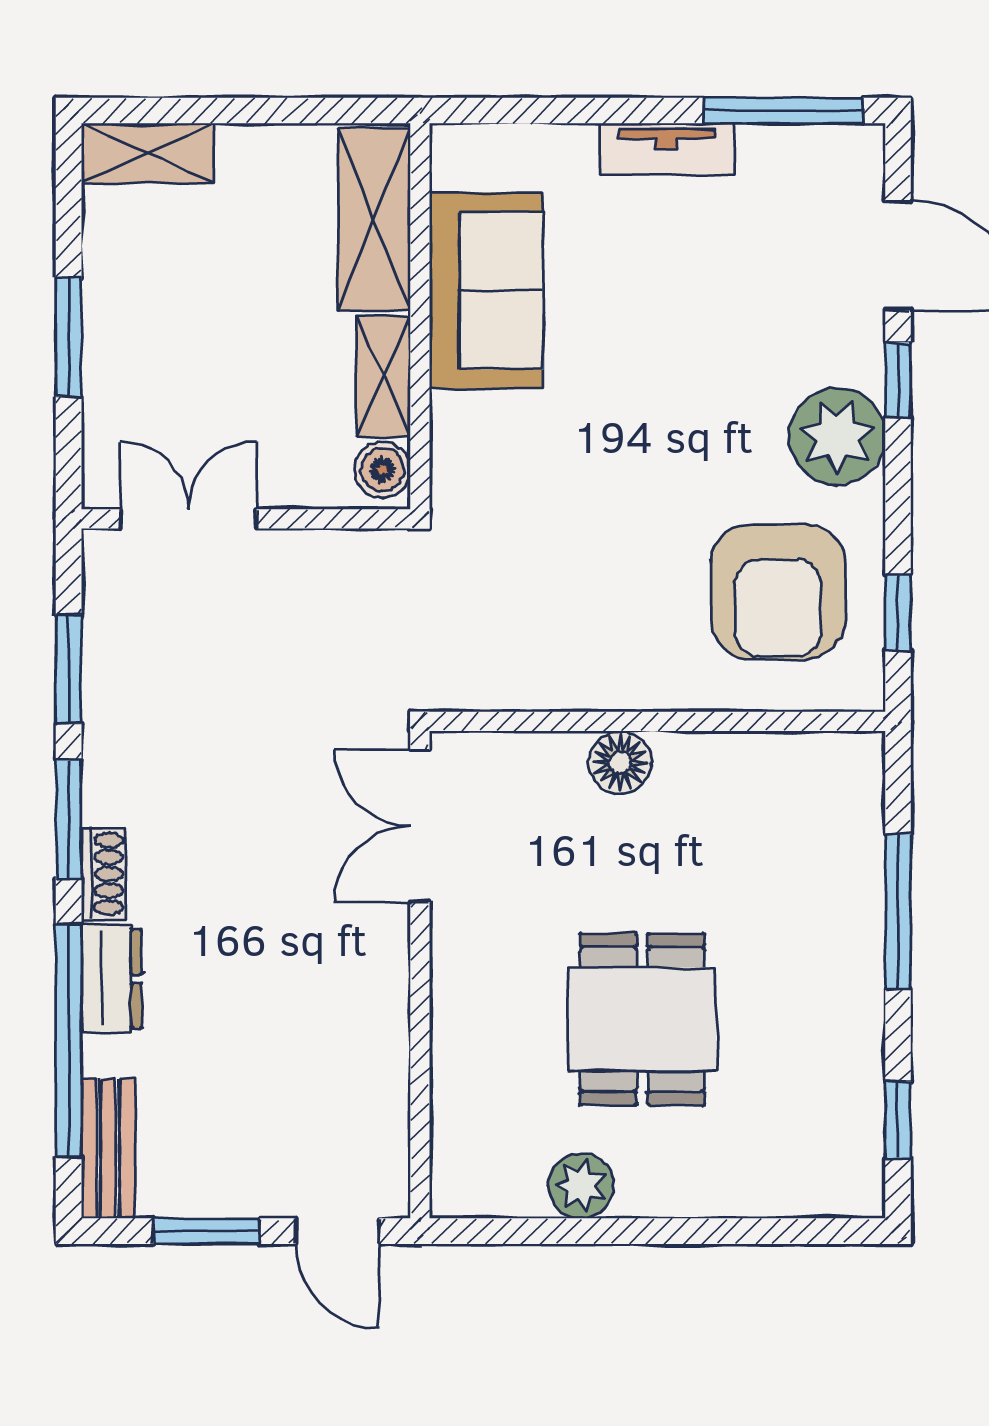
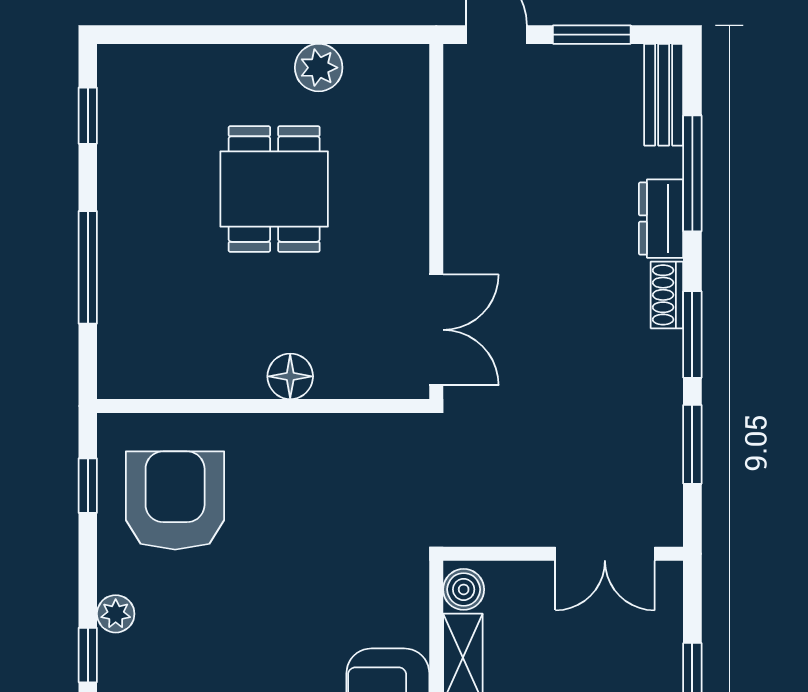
plant: (837, 436) -> (116, 614), width x0.53, depth x0.53
window: (69, 1041) -> (692, 173), width x0.68

